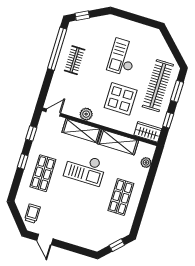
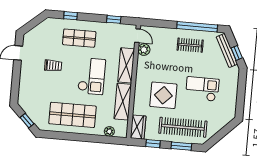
window: (82, 16) -> (237, 53), moved
bench: (88, 23) -> (227, 51), added
plant: (86, 114) -> (144, 50), moved
window: (23, 161) -> (70, 16), moved
checkout: (85, 169) -> (92, 76), turned 180
shop shelf: (121, 197) -> (72, 115), width x1.43, depth x1.36
trolley: (32, 213) -> (53, 66), moved

